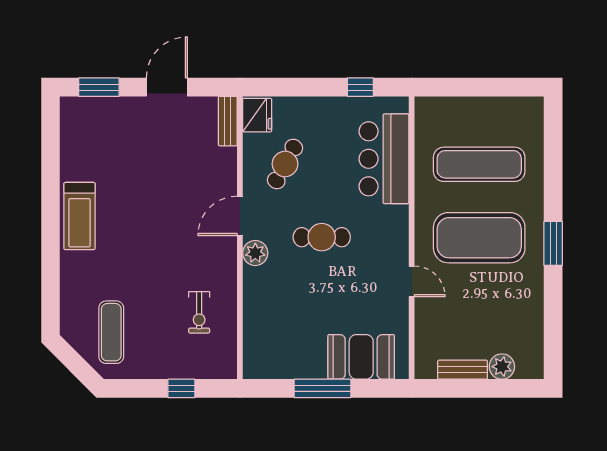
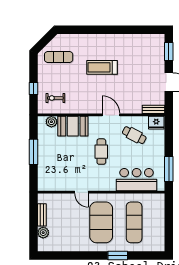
window: (360, 87) -> (169, 169), width x2.17
treadmill: (80, 216) -> (102, 67), moved
window: (553, 243) -> (118, 256), moved
plant: (255, 253) -> (51, 122), moved
door: (412, 281) -> (81, 192), hinge flipped
exercise bike: (199, 312) -> (55, 98), moved
booth: (361, 357) -> (73, 126), moved, turned 90

